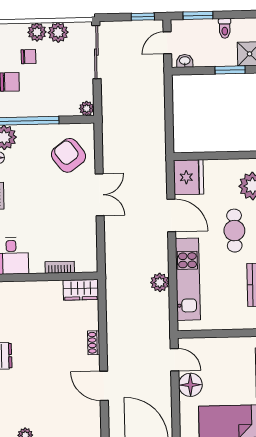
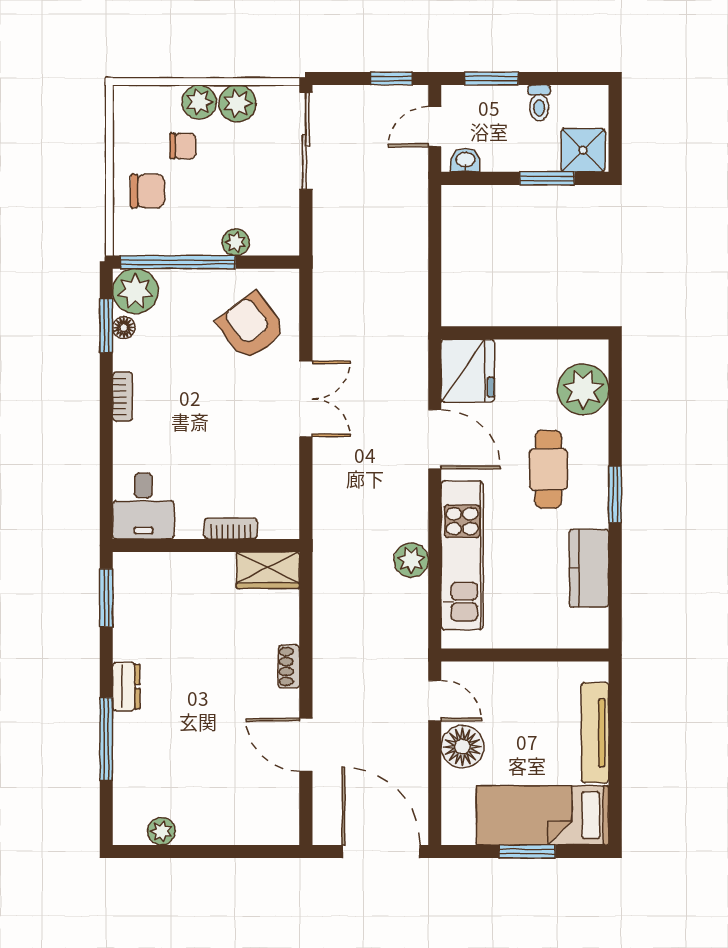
plant: (87, 108) -> (236, 242), moved

